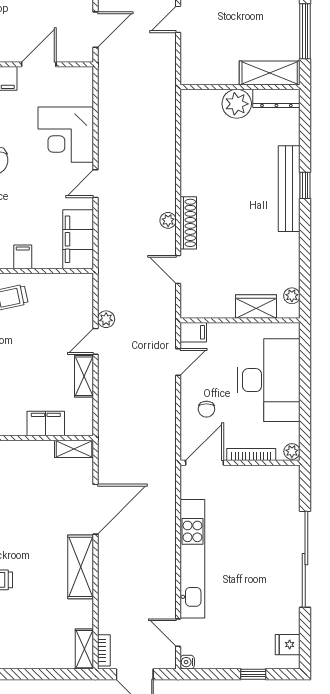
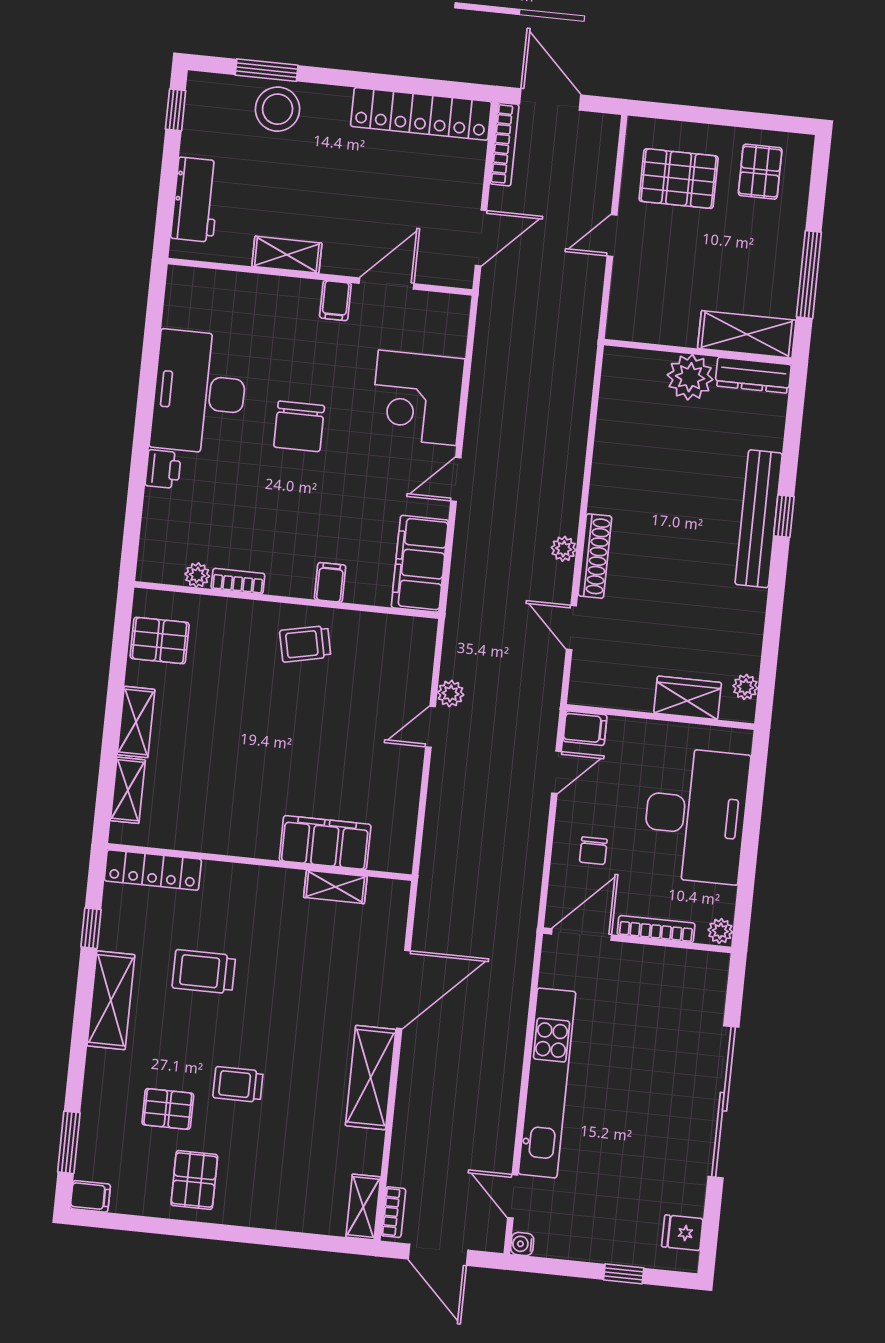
shelving: (84, 376) -> (407, 779), removed
filing cabinet: (46, 424) -> (325, 843), width x1.50, depth x1.17
shelving: (74, 449) -> (335, 887), moved

